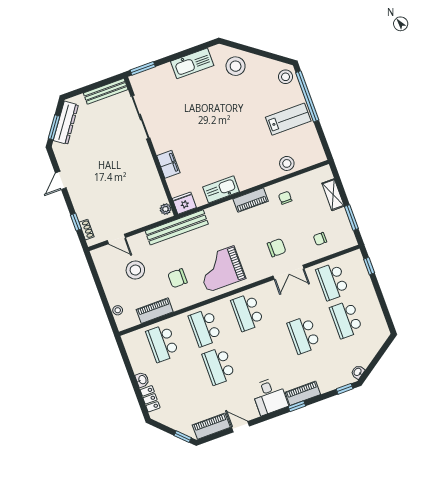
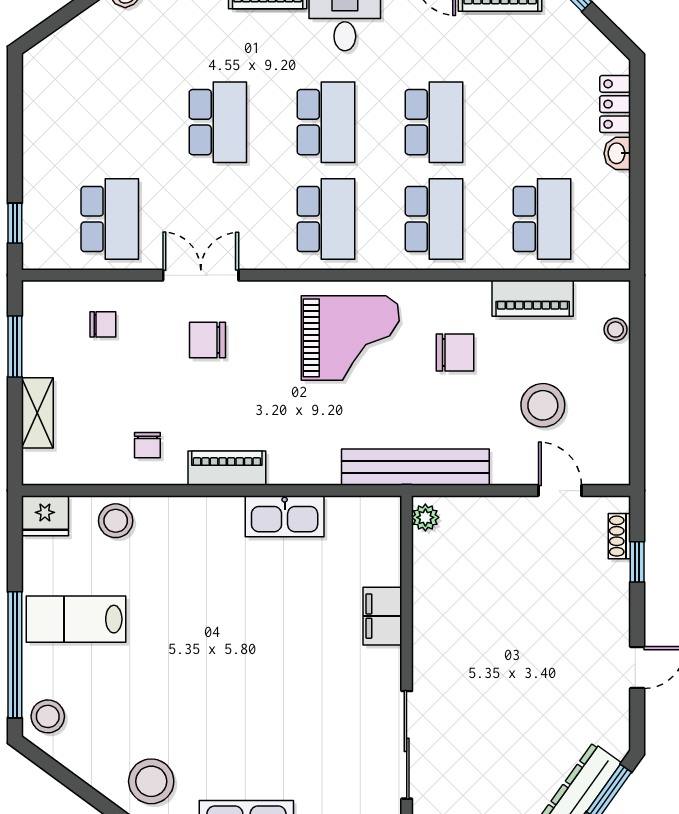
fridge: (184, 203) -> (45, 516), moved
school desk: (346, 319) -> (326, 122), moved

